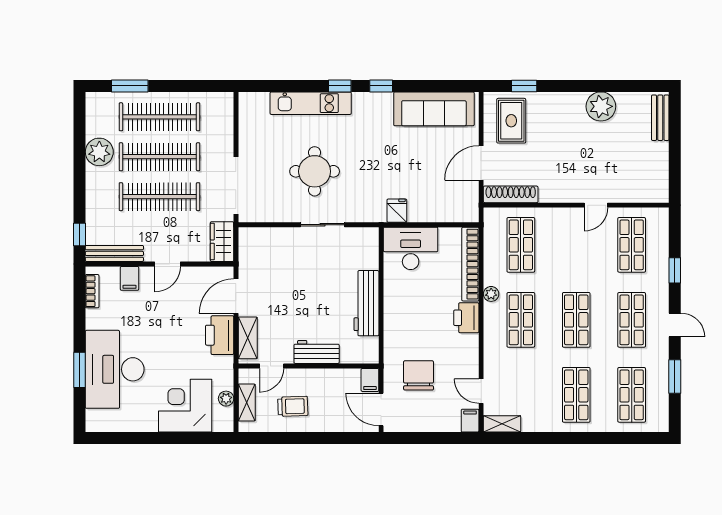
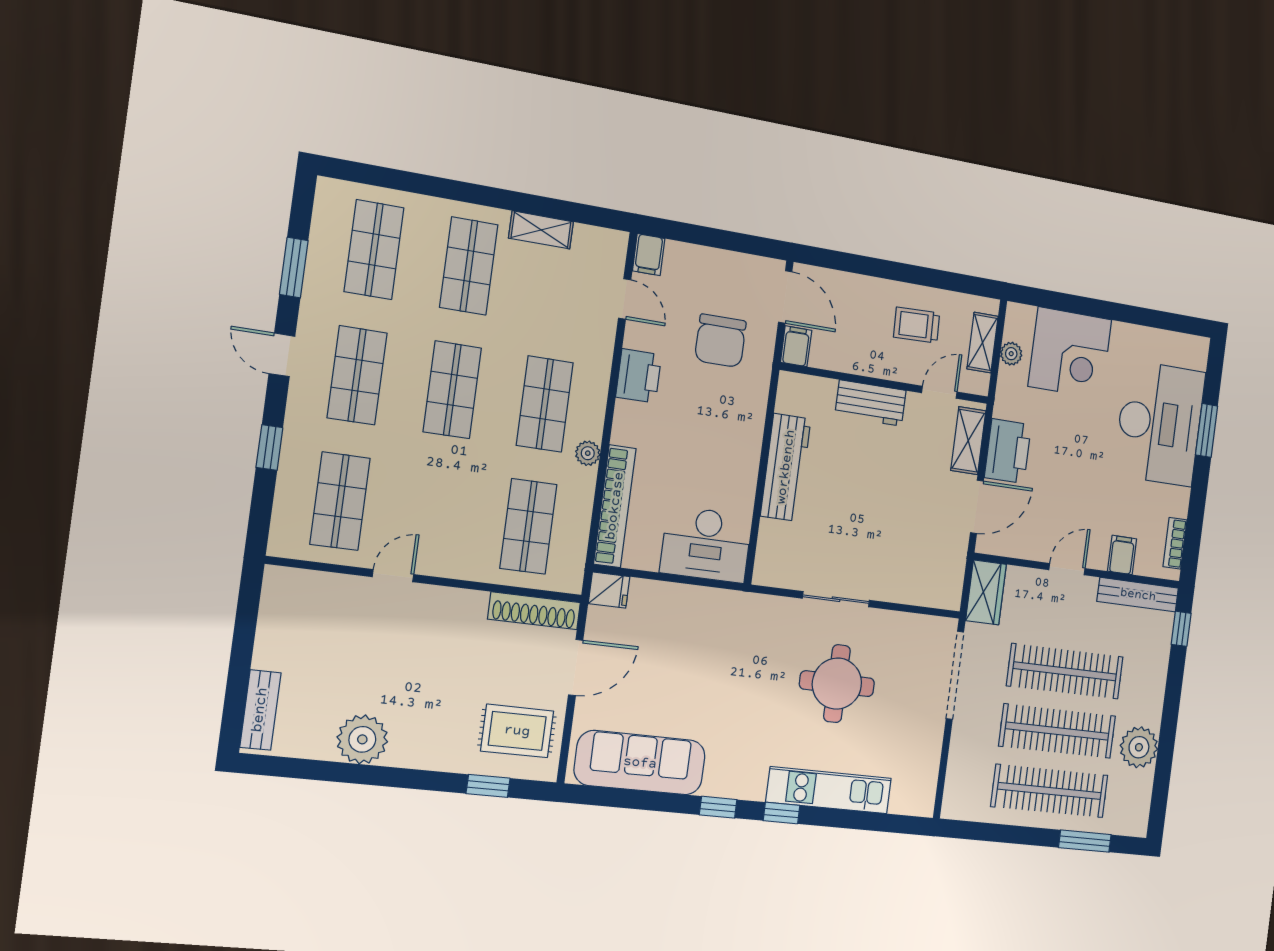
rug: (511, 121) -> (517, 731), turned 90
fridge: (397, 211) -> (609, 590), moved, turned -90
printer: (466, 318) -> (639, 376), moved
shelving: (502, 424) -> (541, 230), moved

